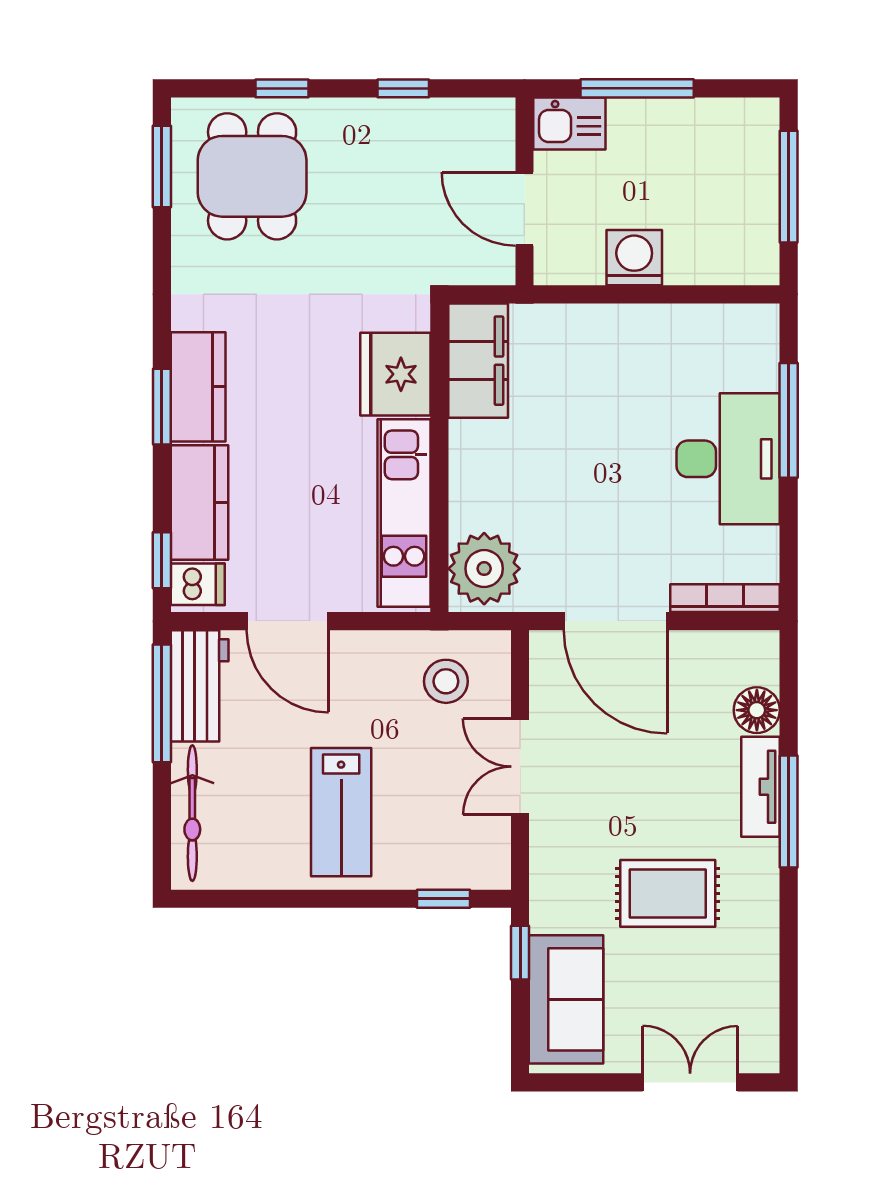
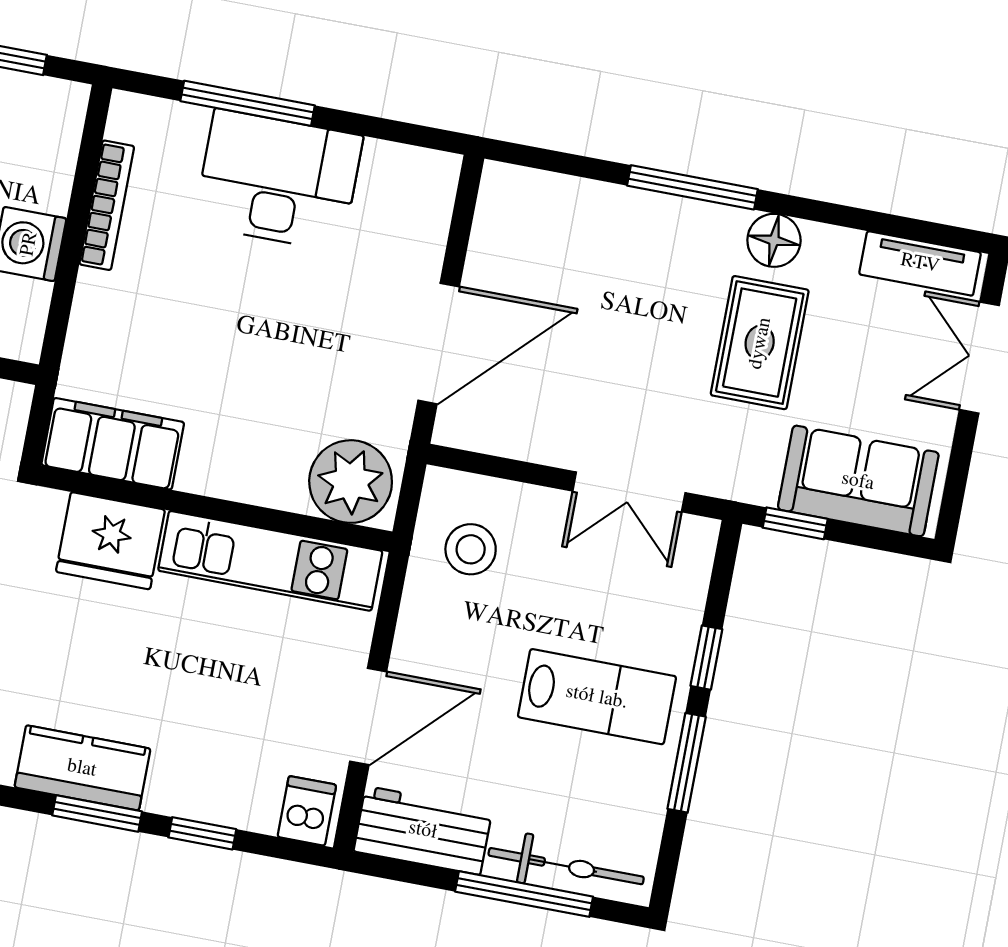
kitchen counter: (199, 502) -> (214, 791), removed
window: (162, 560) -> (202, 833), moved
bookcase: (725, 598) -> (107, 205), moved, turned 180
window: (162, 703) -> (524, 894), moved
floor lamp: (757, 710) -> (774, 240), moved
double door: (520, 767) -> (629, 492), moved
tv unit: (761, 787) -> (920, 263), moved
window: (299, 899) -> (687, 763), added
window: (444, 899) -> (706, 658), moved

